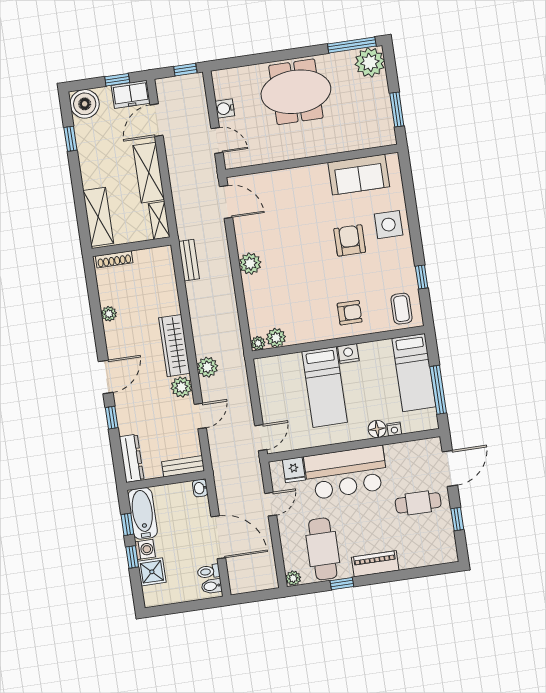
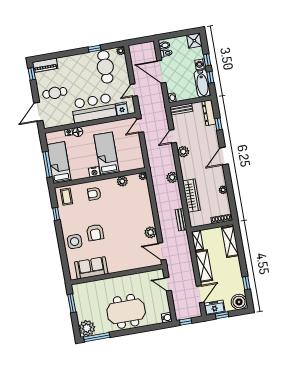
water cooler: (225, 108) -> (167, 318), moved
plant: (250, 264) -> (151, 232), moved
plant: (276, 338) -> (122, 181), moved
wardrobe: (174, 346) -> (191, 196), moved
plant: (207, 367) -> (172, 177), moved
window: (438, 390) -> (48, 164), moved
window: (112, 418) -> (218, 124), moved
window: (457, 519) -> (32, 74), moved
piano: (375, 564) -> (45, 65), moved
shower: (152, 572) -> (194, 41), moved

